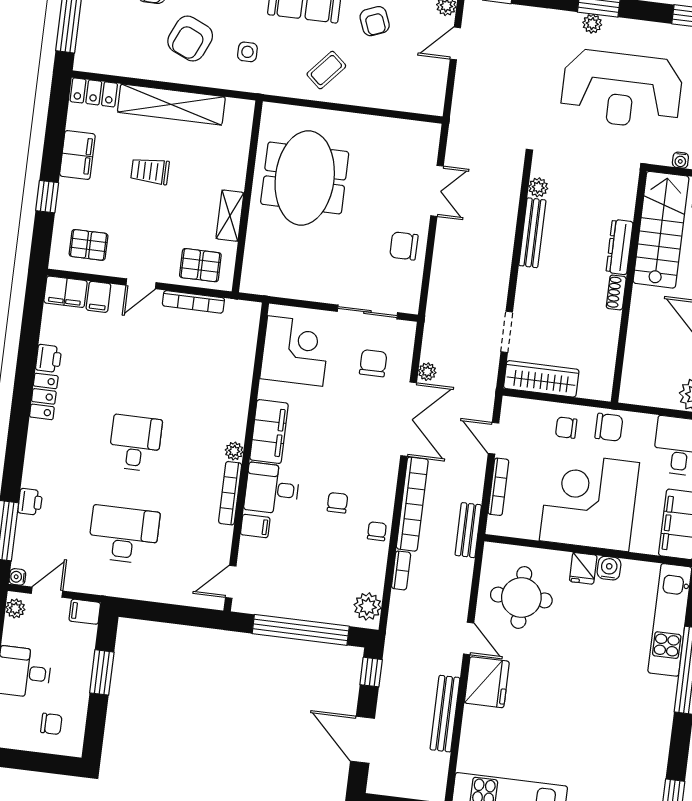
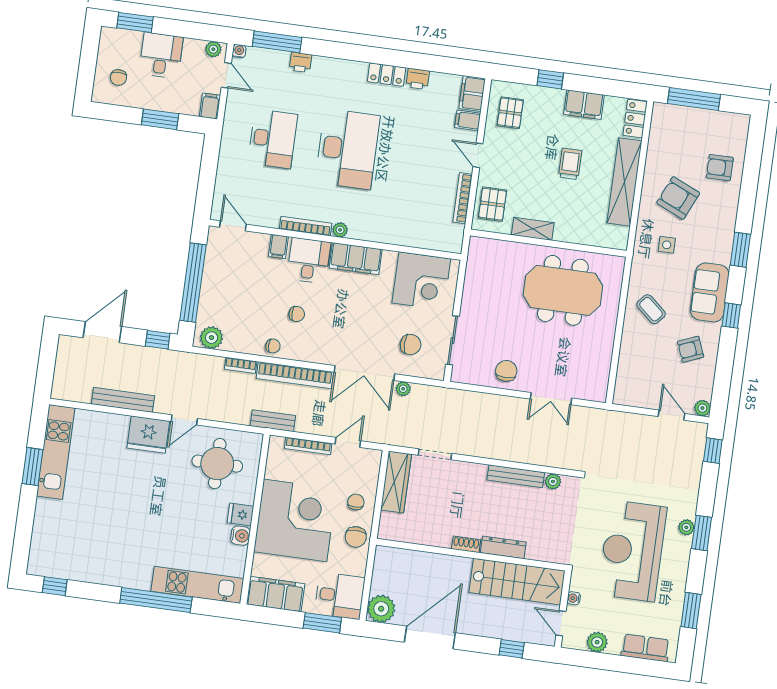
desk: (135, 443) -> (347, 149), width x1.87, depth x1.30

